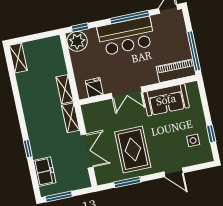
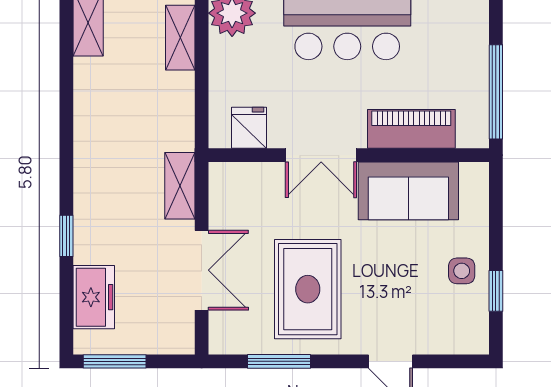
piano: (176, 71) -> (411, 129), moved
shelving: (65, 89) -> (180, 38), moved
side table: (193, 140) -> (462, 271), moved

